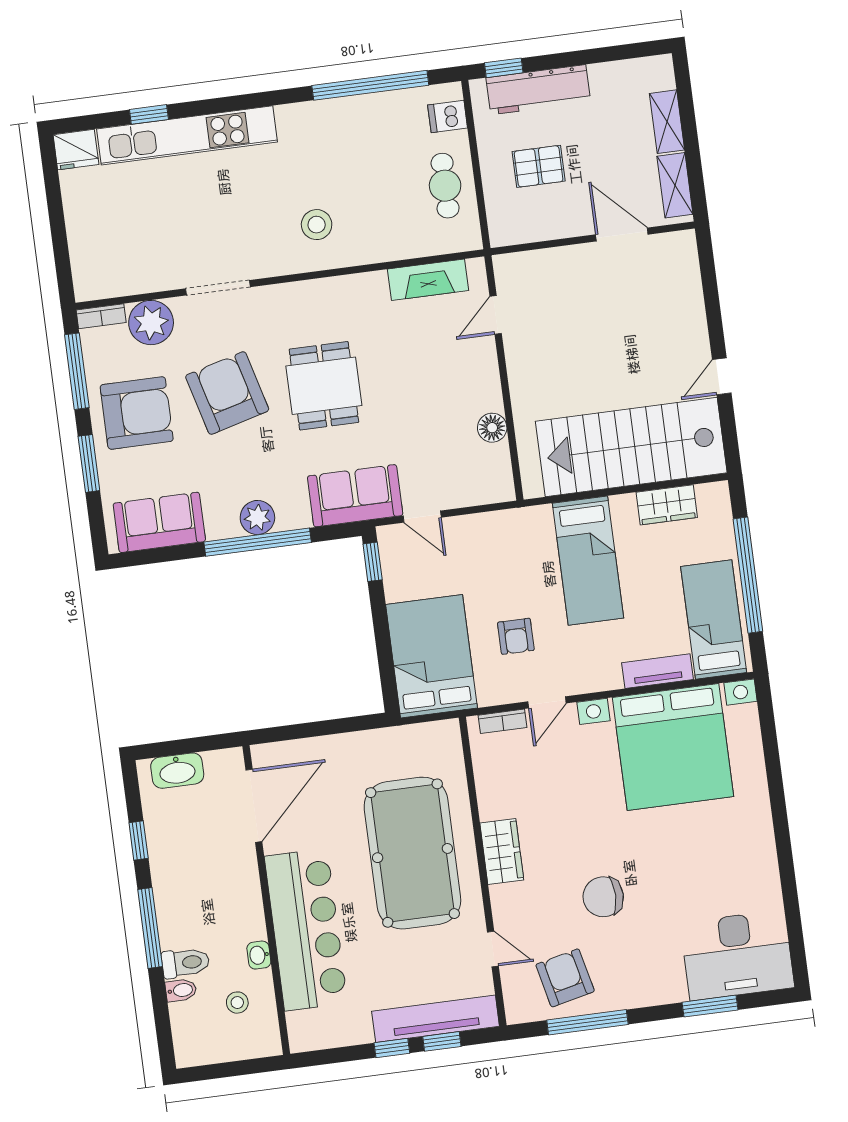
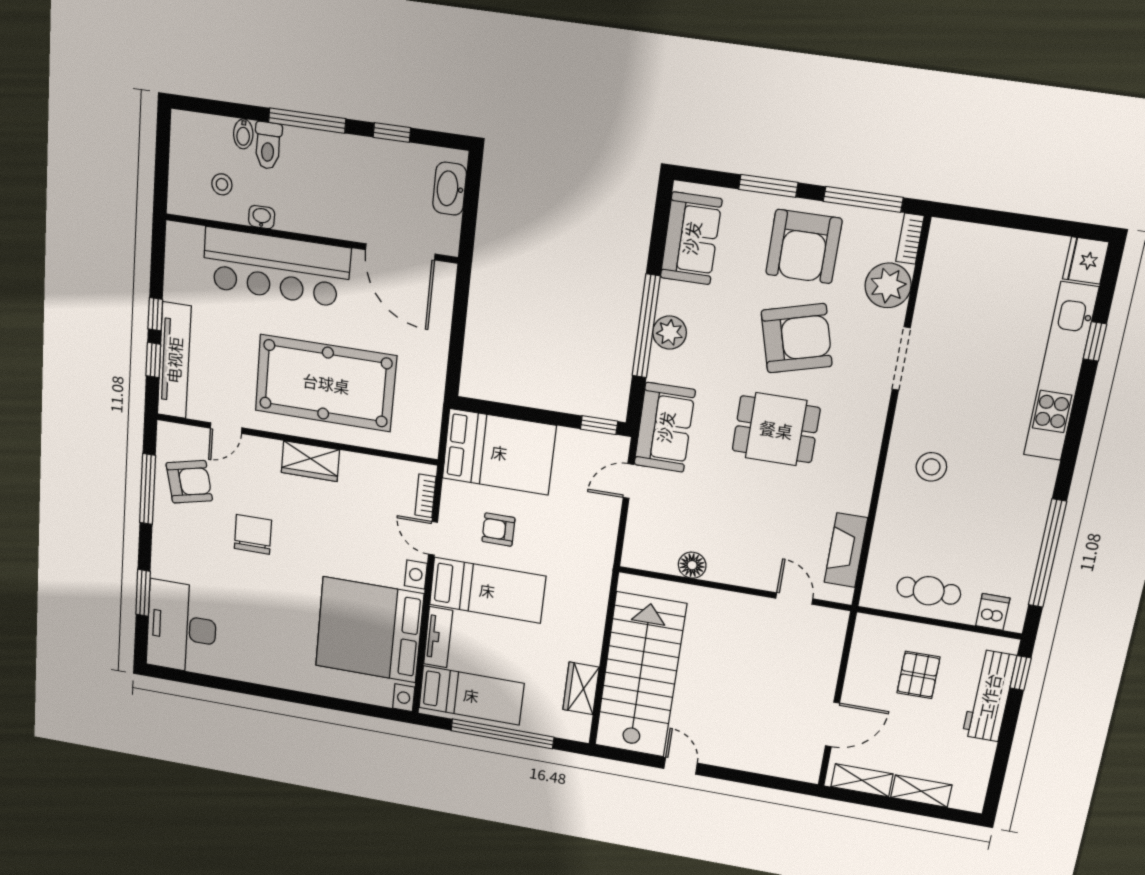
bed: (588, 561) -> (487, 590), moved, turned 180

